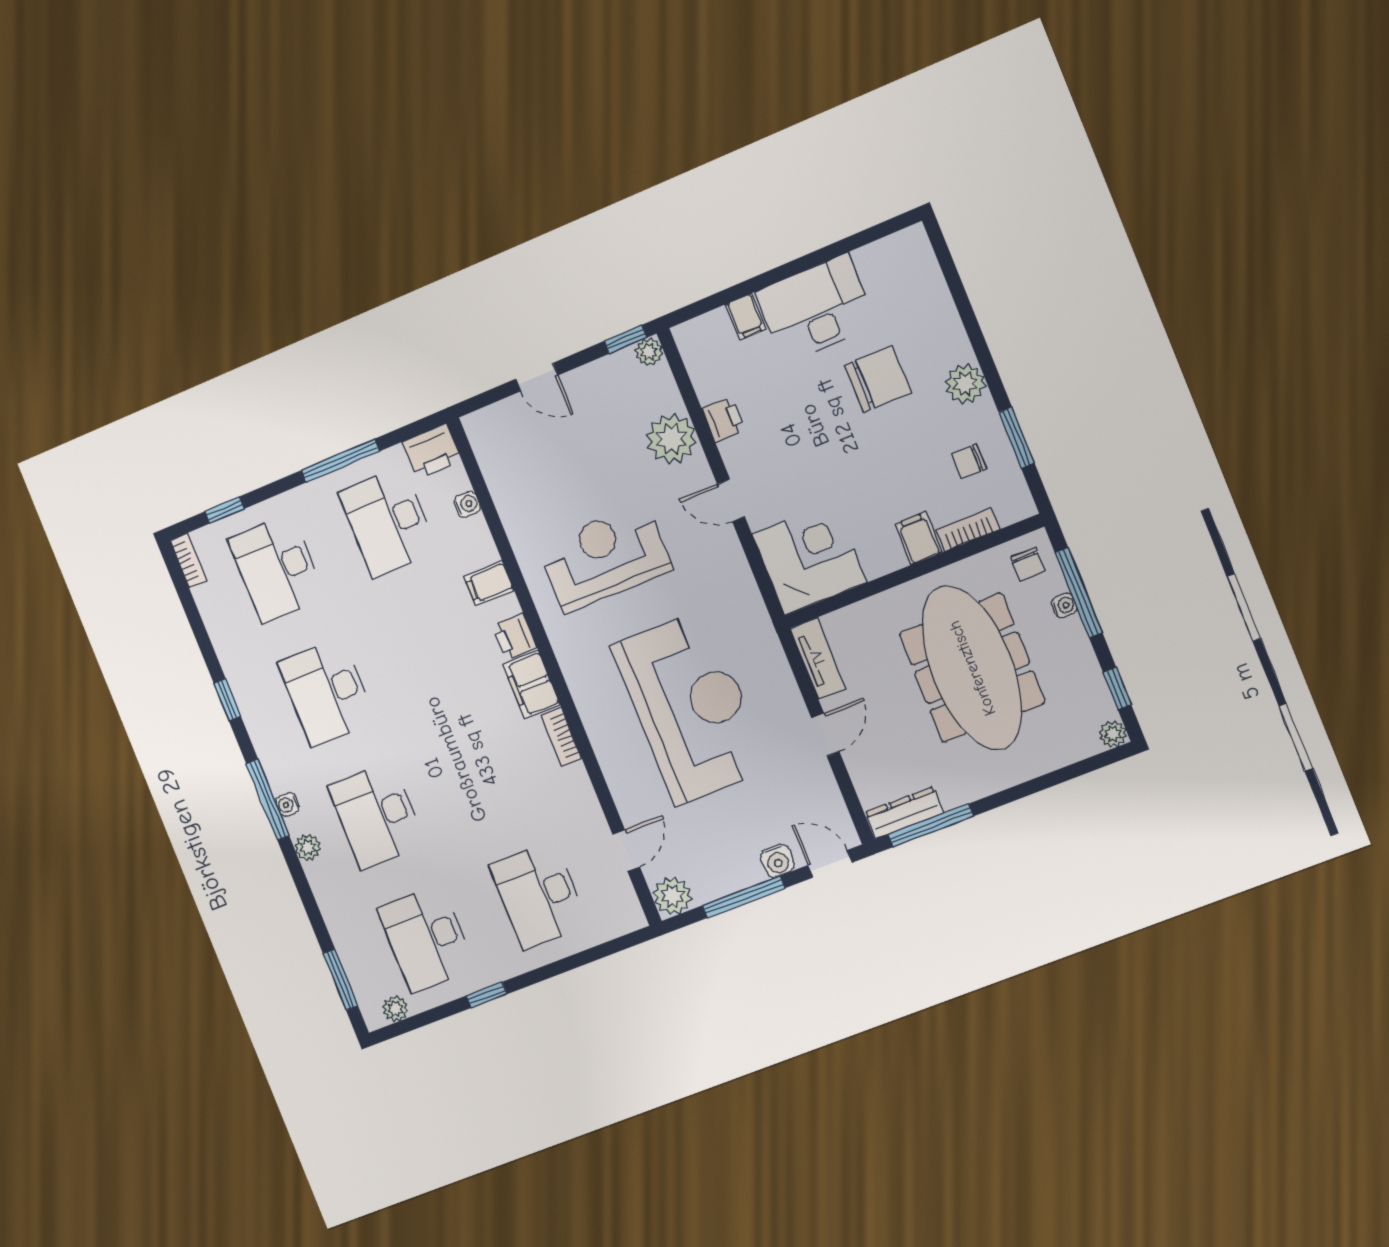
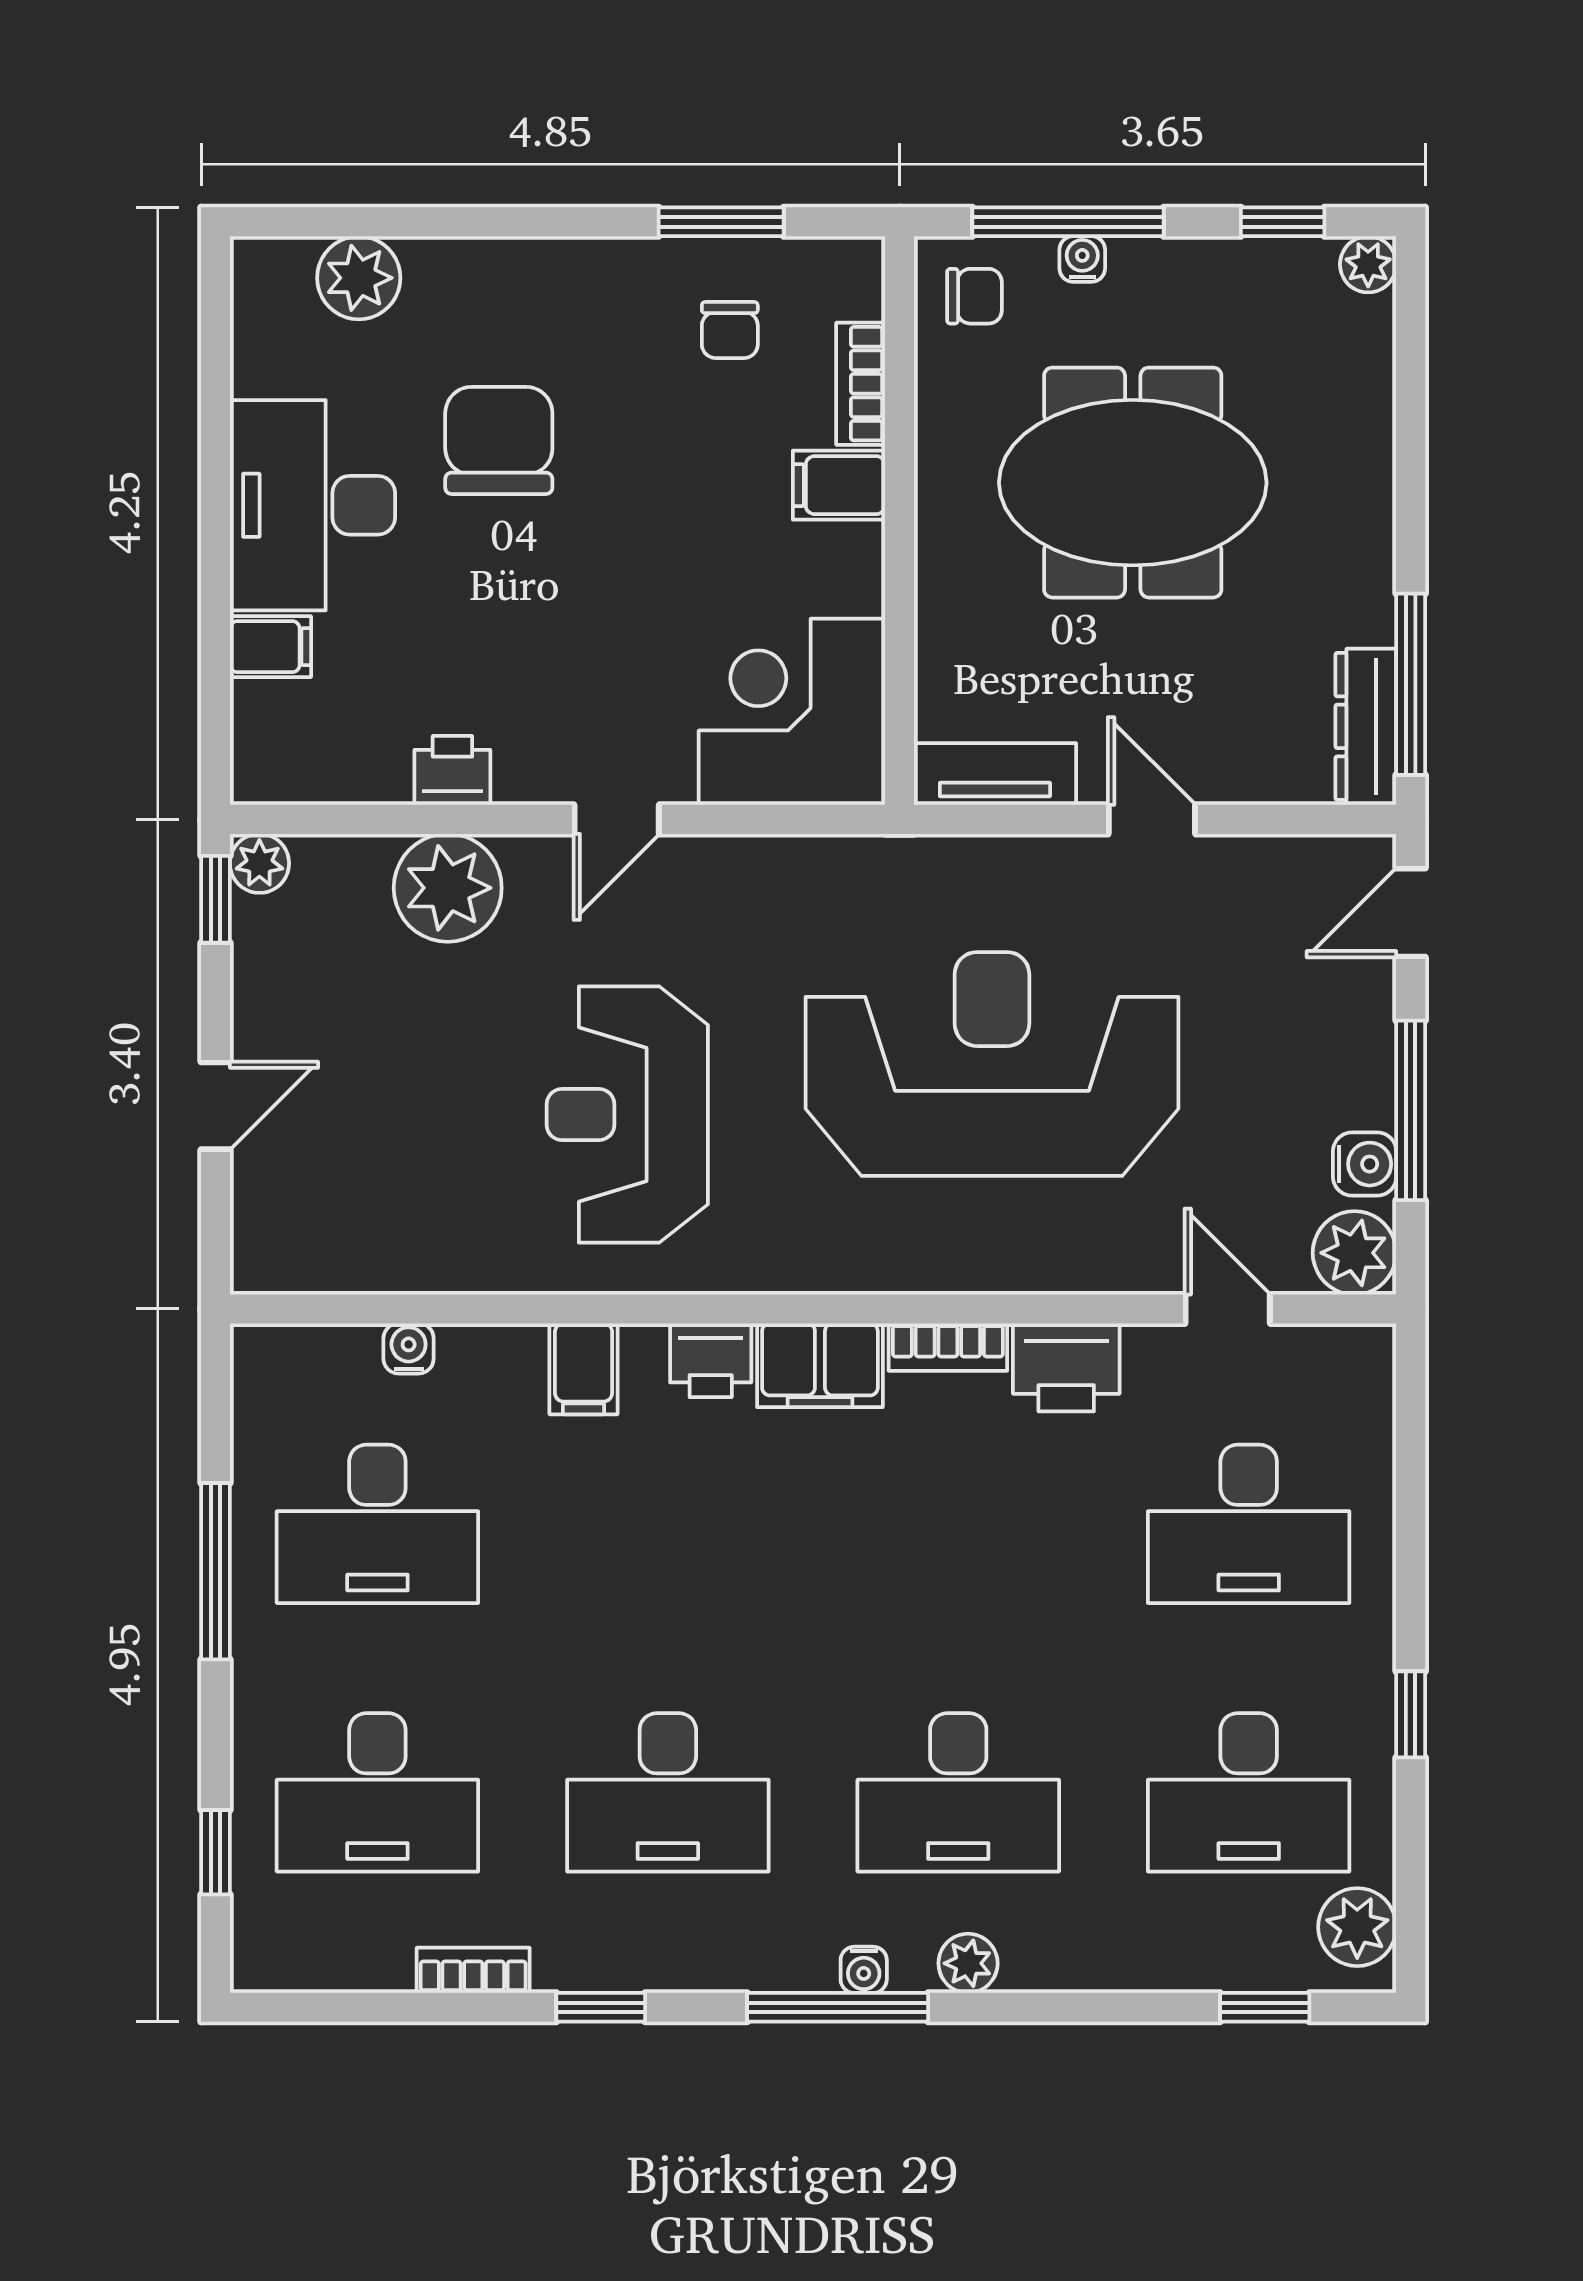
plant: (965, 384) -> (359, 278), moved
printer: (432, 451) -> (1066, 1367), moved, turned 90
bookcase: (189, 561) -> (473, 1970), moved
meeting table: (972, 668) -> (1133, 483), width x0.73
water cooler: (777, 861) -> (1365, 1164), moved
window: (341, 980) -> (1265, 2007), width x0.67
plant: (395, 1009) -> (1357, 1927), width x1.38, depth x1.38

